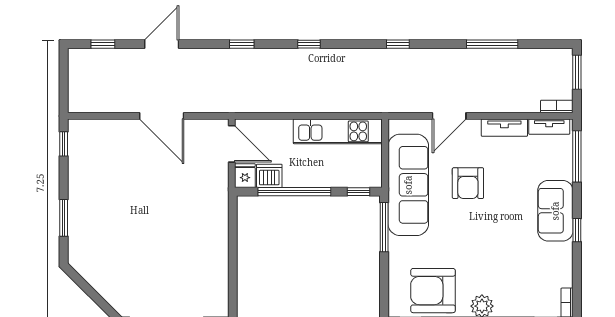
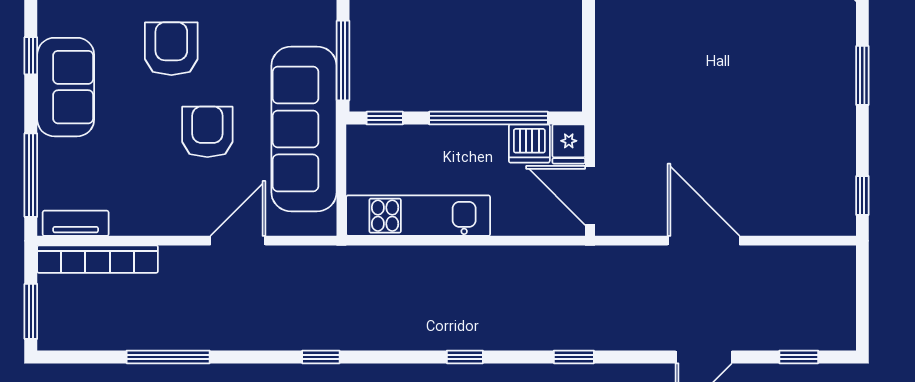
bookcase: (557, 107) -> (98, 259), width x2.31, depth x1.31
tv unit: (504, 128) -> (148, 222), removed
armchair: (490, 234) -> (171, 49), added

